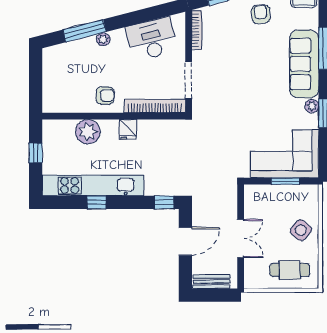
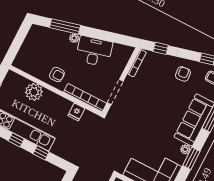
desk: (152, 39) -> (94, 51), moved
fridge: (128, 129) -> (76, 112), moved
window: (164, 202) -> (41, 153), moved

